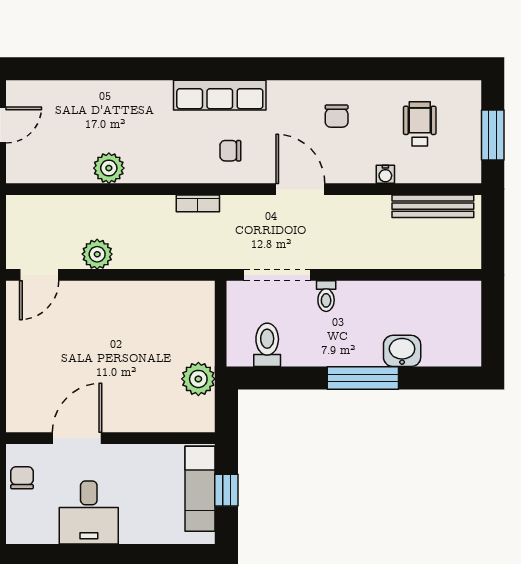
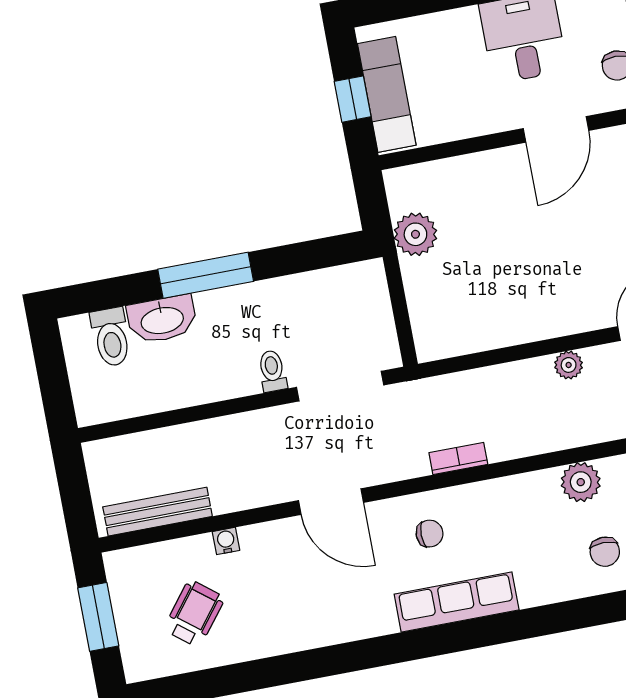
chair: (337, 116) -> (605, 552), moved, turned 180
wheelchair: (420, 124) -> (194, 614), turned -142
plant: (97, 254) -> (569, 365), width x0.73, depth x0.73
toilet: (267, 345) -> (111, 337), moved
washbasin: (402, 351) -> (162, 319), width x1.38

